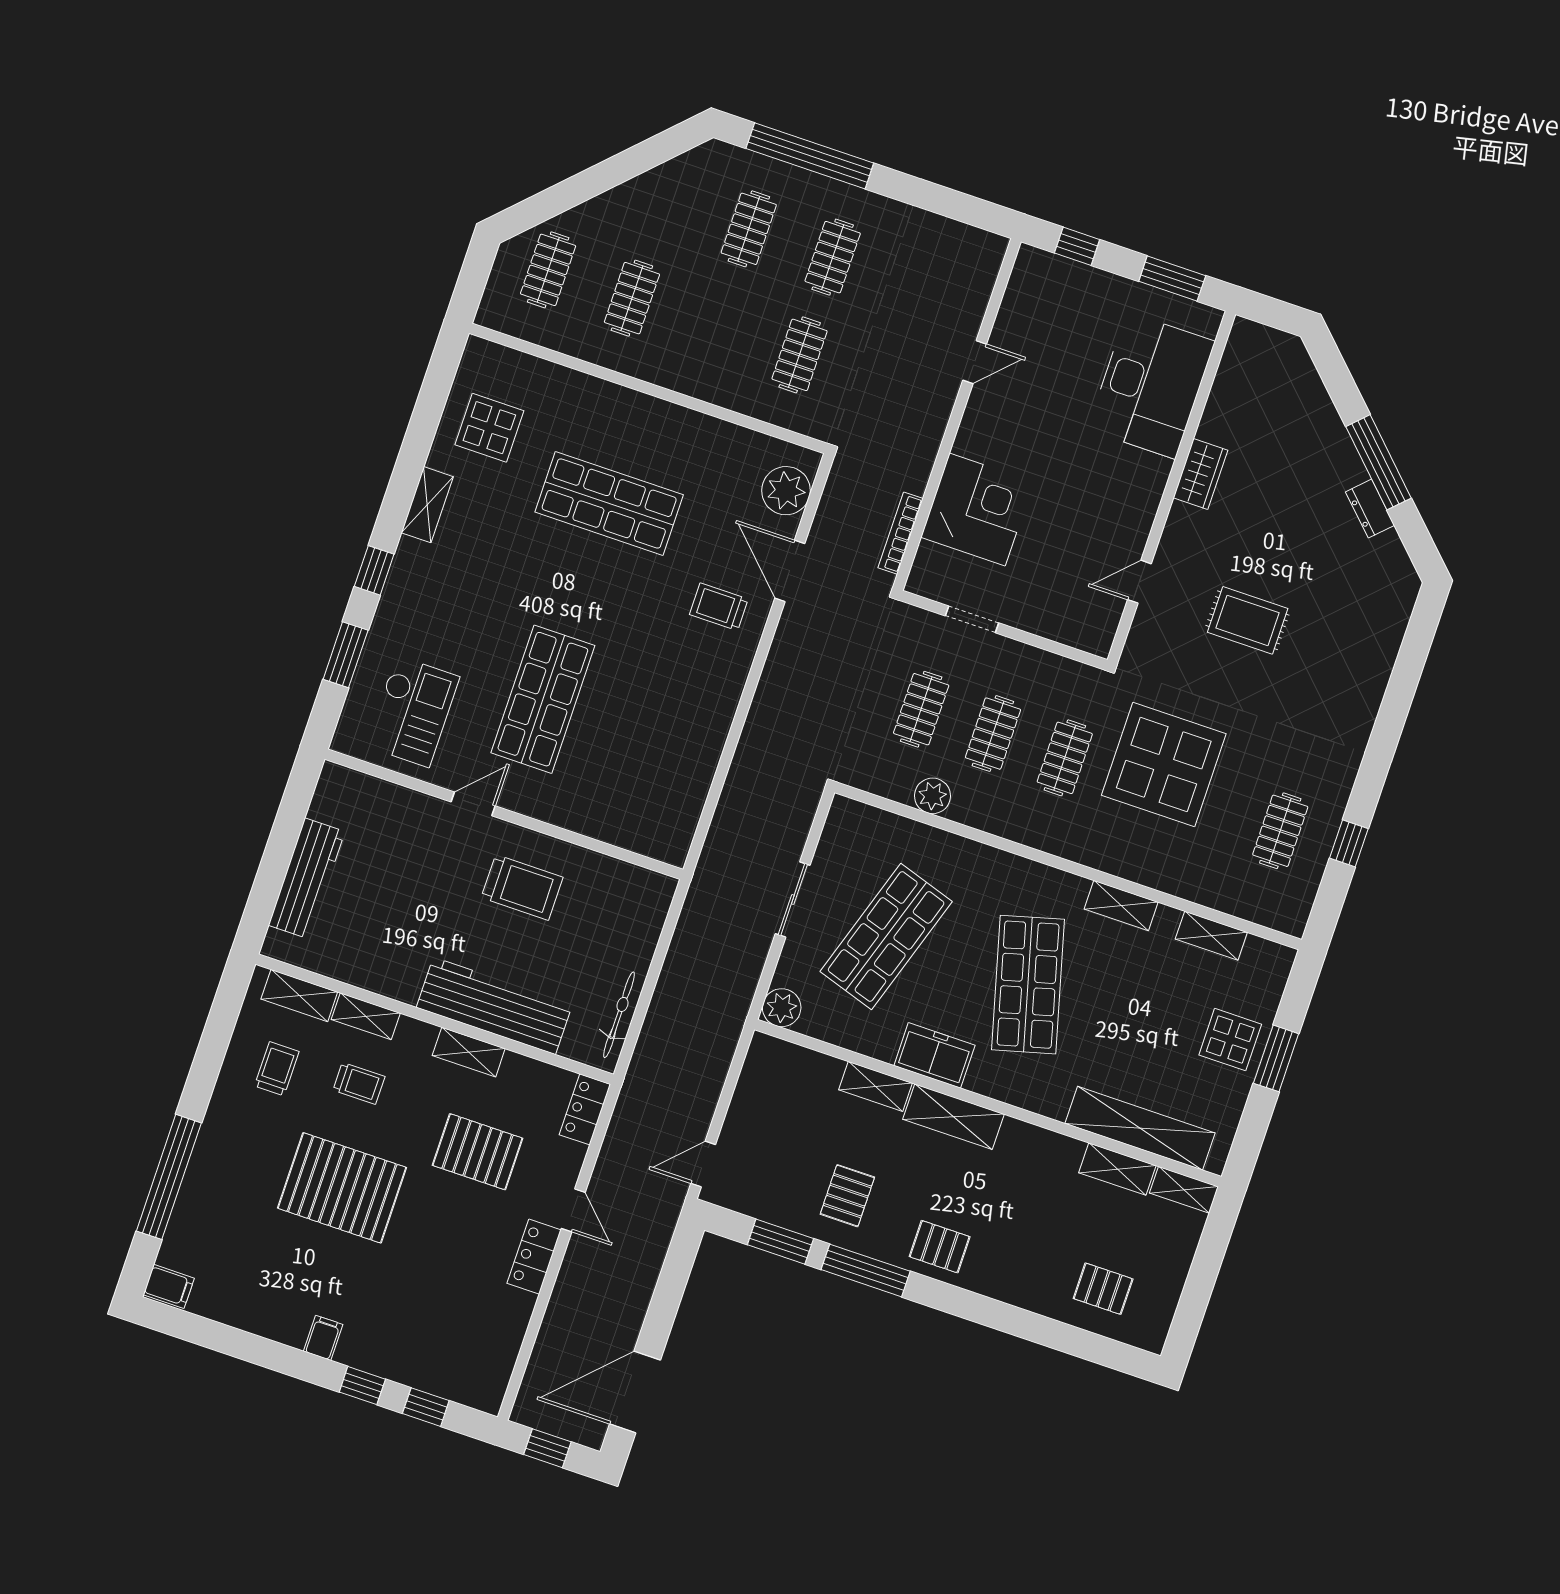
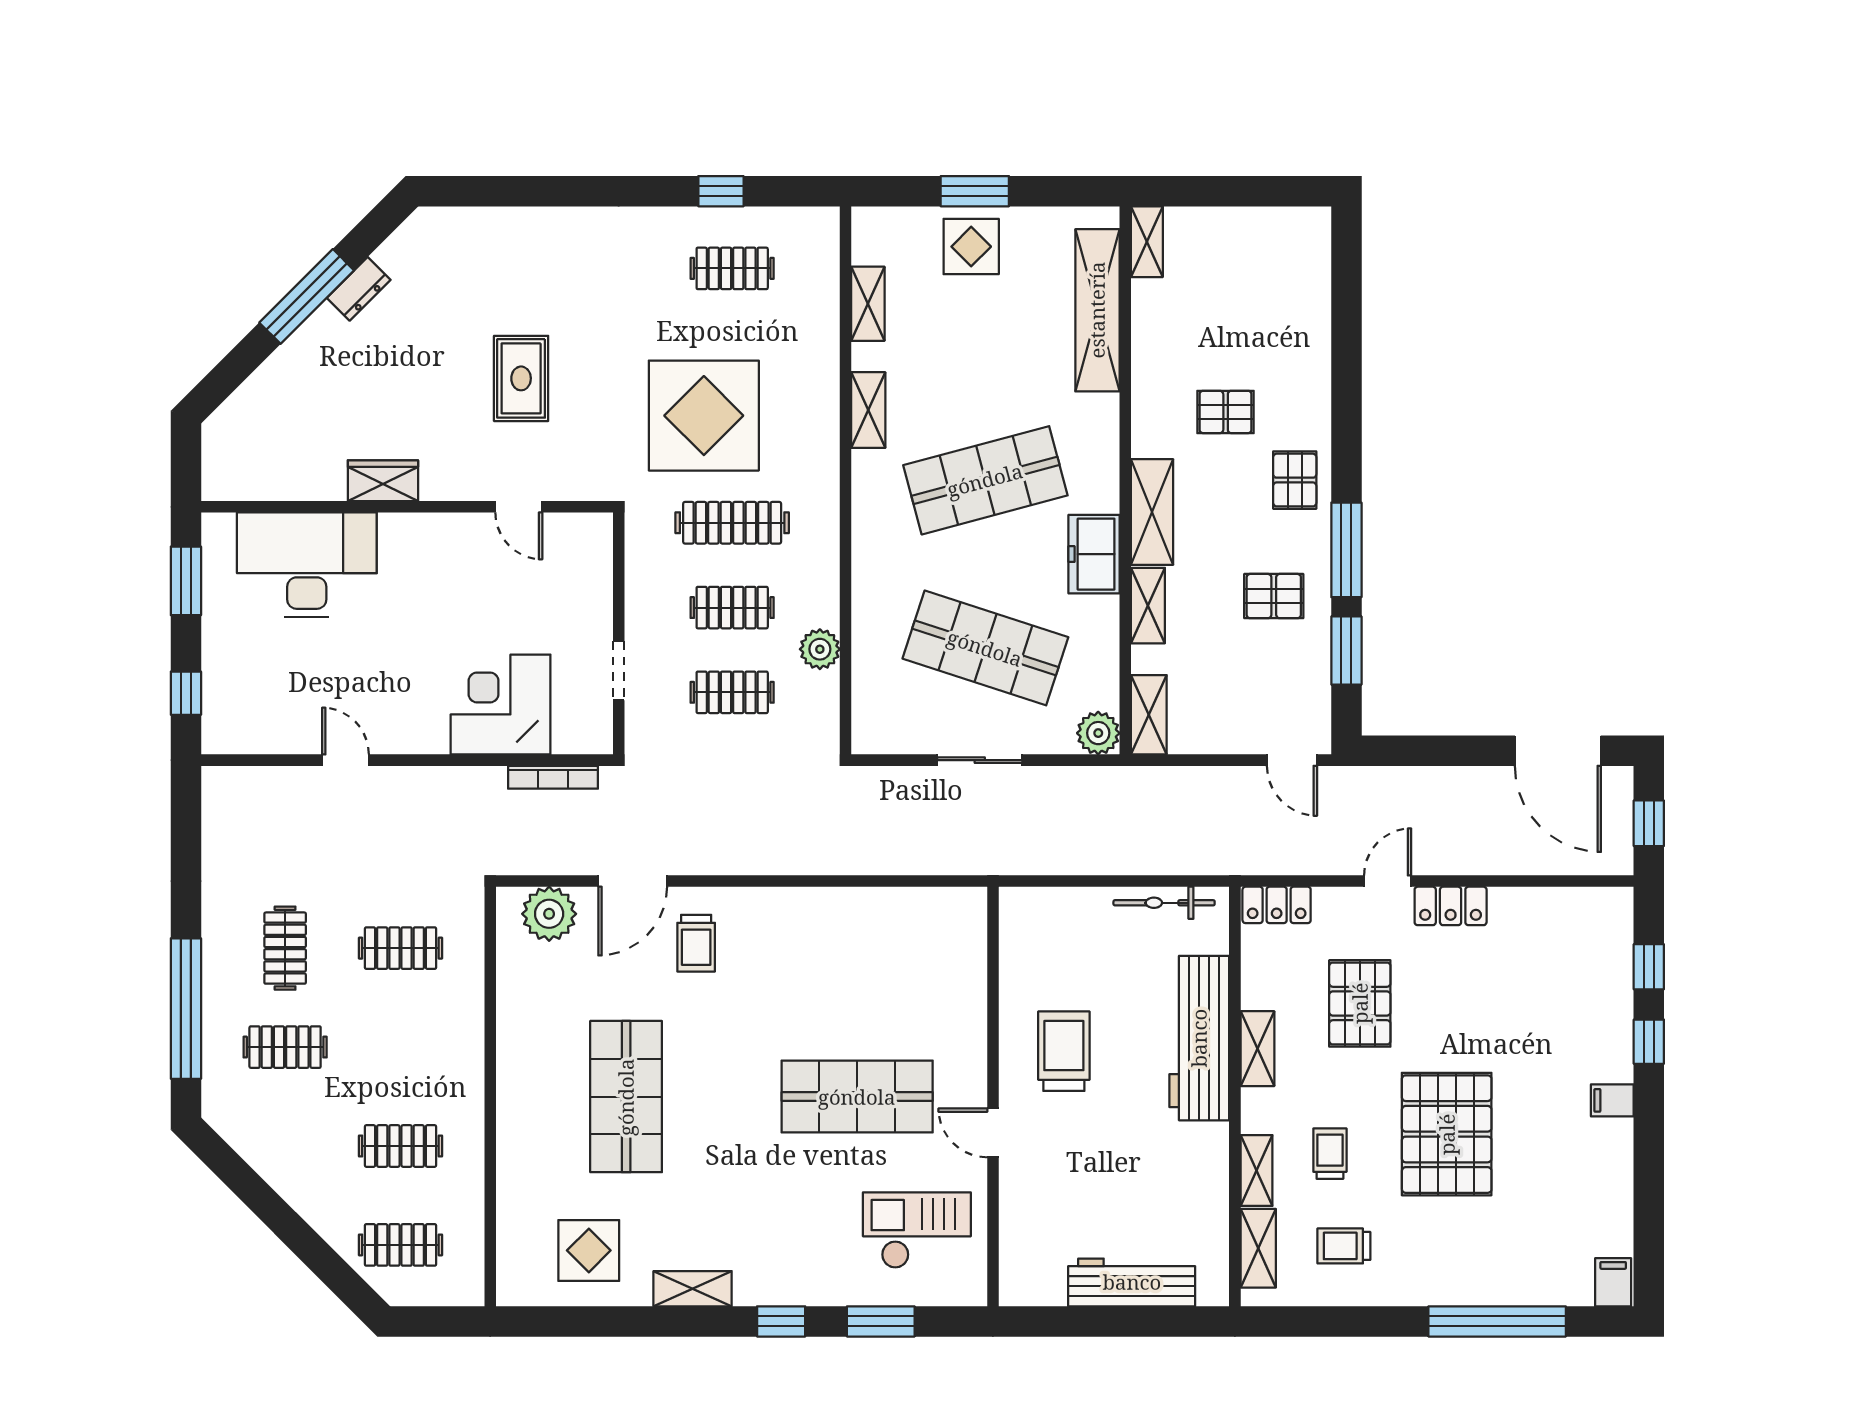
clothes rail: (833, 257) -> (285, 948), turned 90
clothes rail: (1065, 758) -> (732, 523), width x1.36
shelving: (1117, 1169) -> (1149, 715), moved
pallet: (1103, 1289) -> (1226, 412), moved, turned 90

